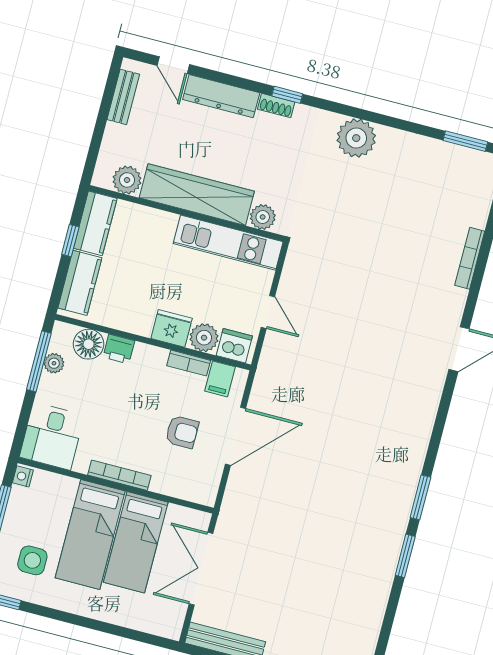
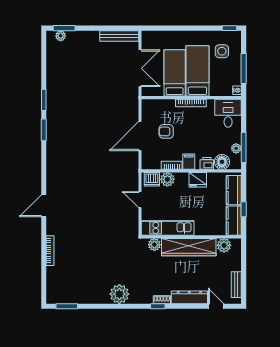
fridge: (172, 328) -> (198, 180), moved
filing cabinet: (220, 379) -> (189, 162), moved

